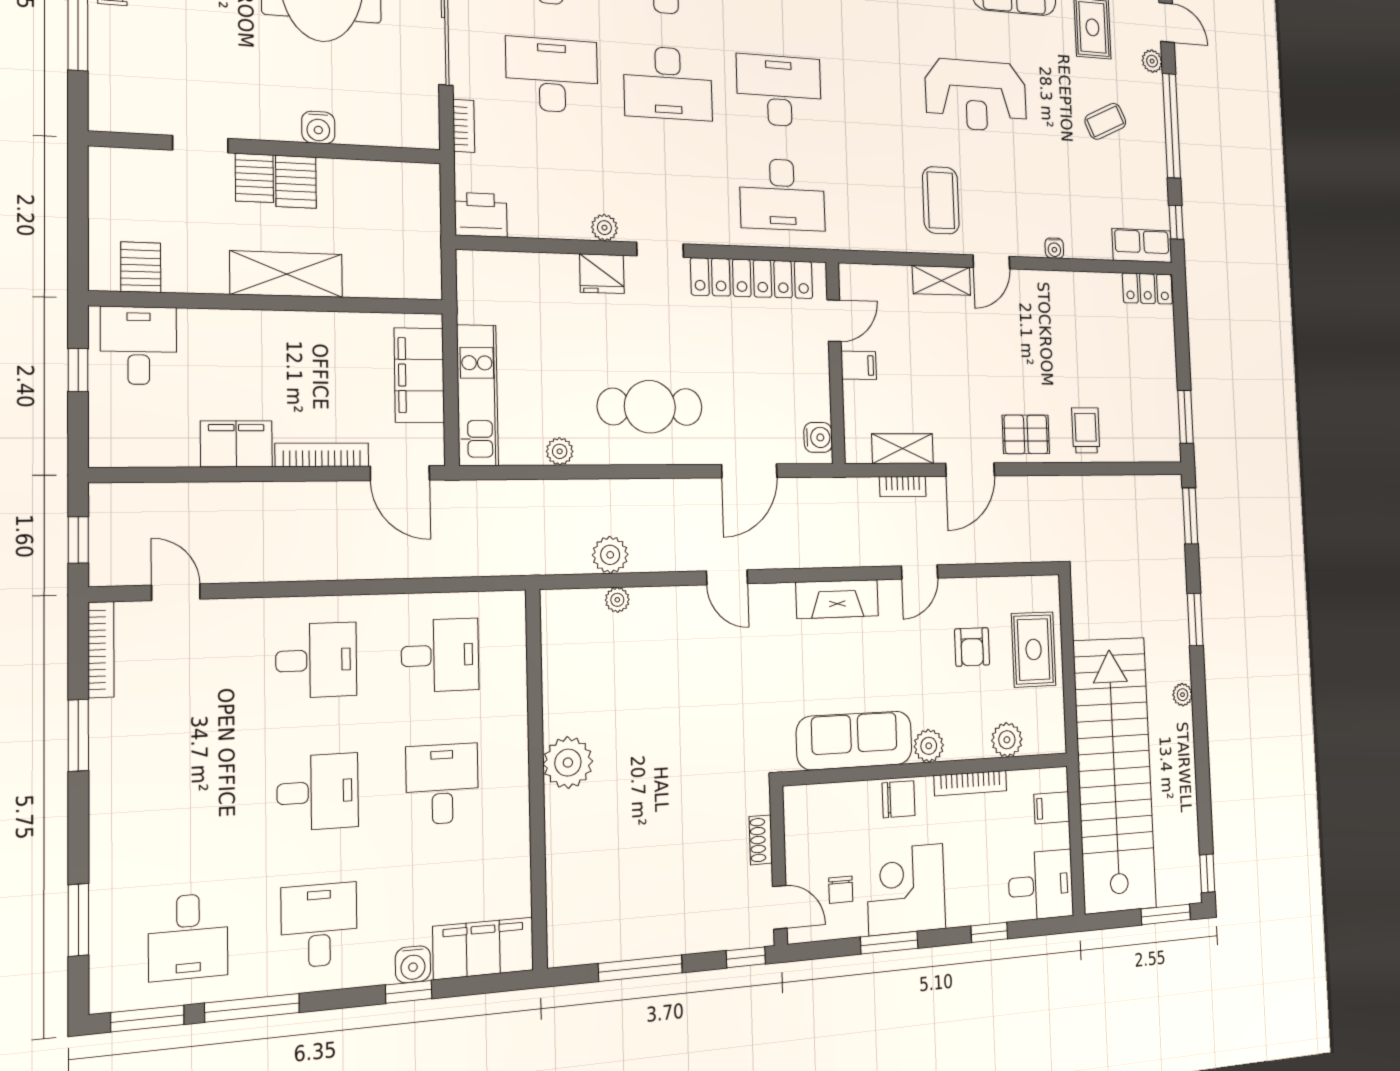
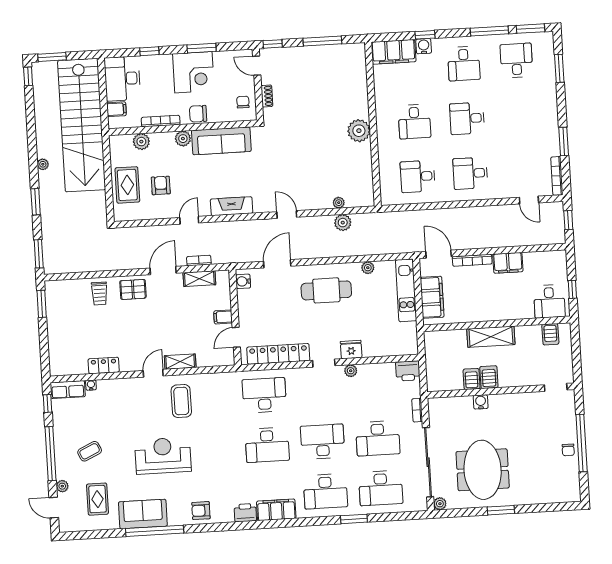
doorway: (200, 144) -> (556, 387), moved
server rack: (254, 178) -> (472, 379), moved
water cooler: (1054, 248) -> (91, 385), moved
locker: (1147, 289) -> (104, 365), moved
desk: (1041, 885) -> (122, 79), width x1.37
chair: (841, 890) -> (243, 102), moved

